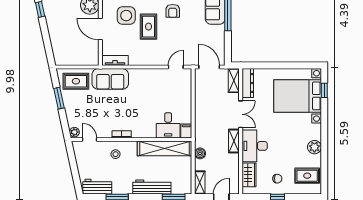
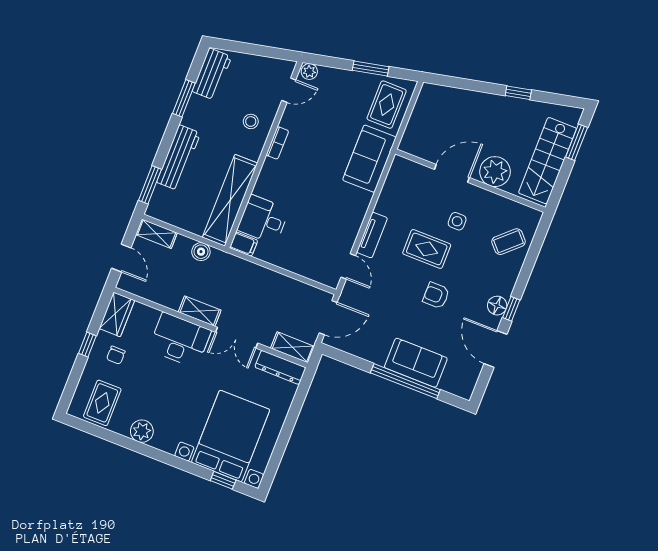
side table: (126, 16) -> (457, 221), width x0.54, depth x0.54
tv unit: (115, 61) -> (372, 235), moved
wardrobe: (249, 175) -> (117, 314), moved, turned -90

